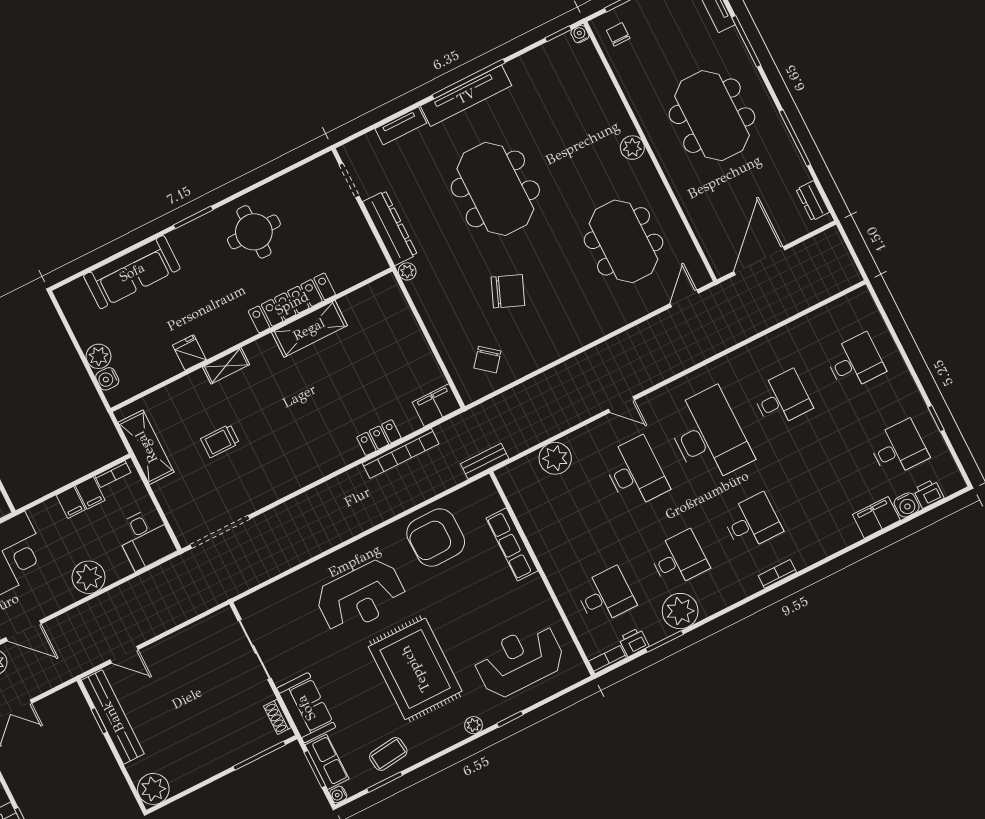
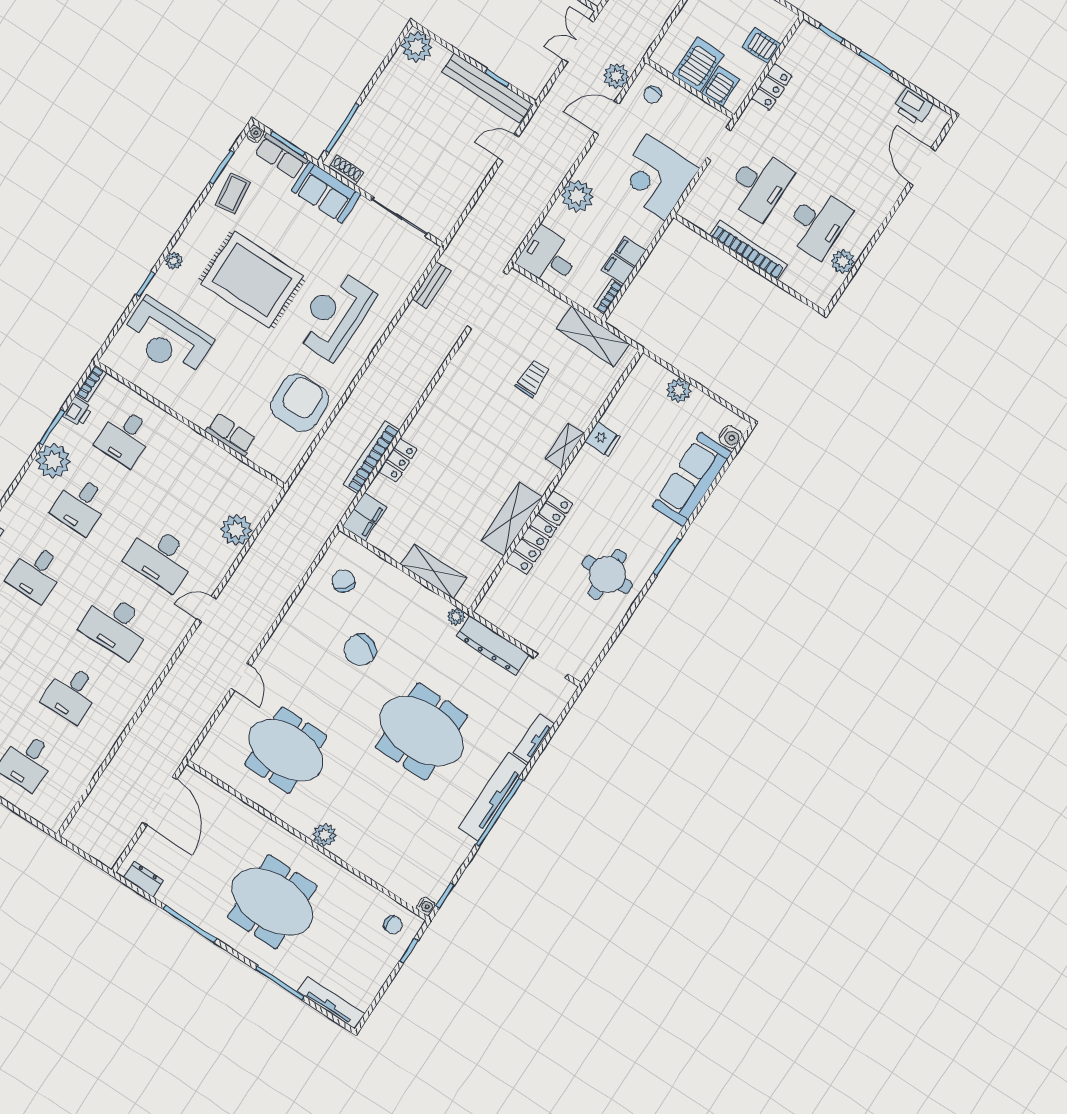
door: (684, 298) -> (241, 677), moved
shelving: (404, 323) -> (434, 571), added
water cooler: (107, 379) -> (730, 437), moved, turned 90
desk: (709, 436) -> (116, 626), width x0.73, depth x0.77
bench: (485, 461) -> (431, 285), moved
row of seats: (512, 544) -> (231, 435), width x0.68
reception desk: (519, 661) -> (167, 339), turned 90

